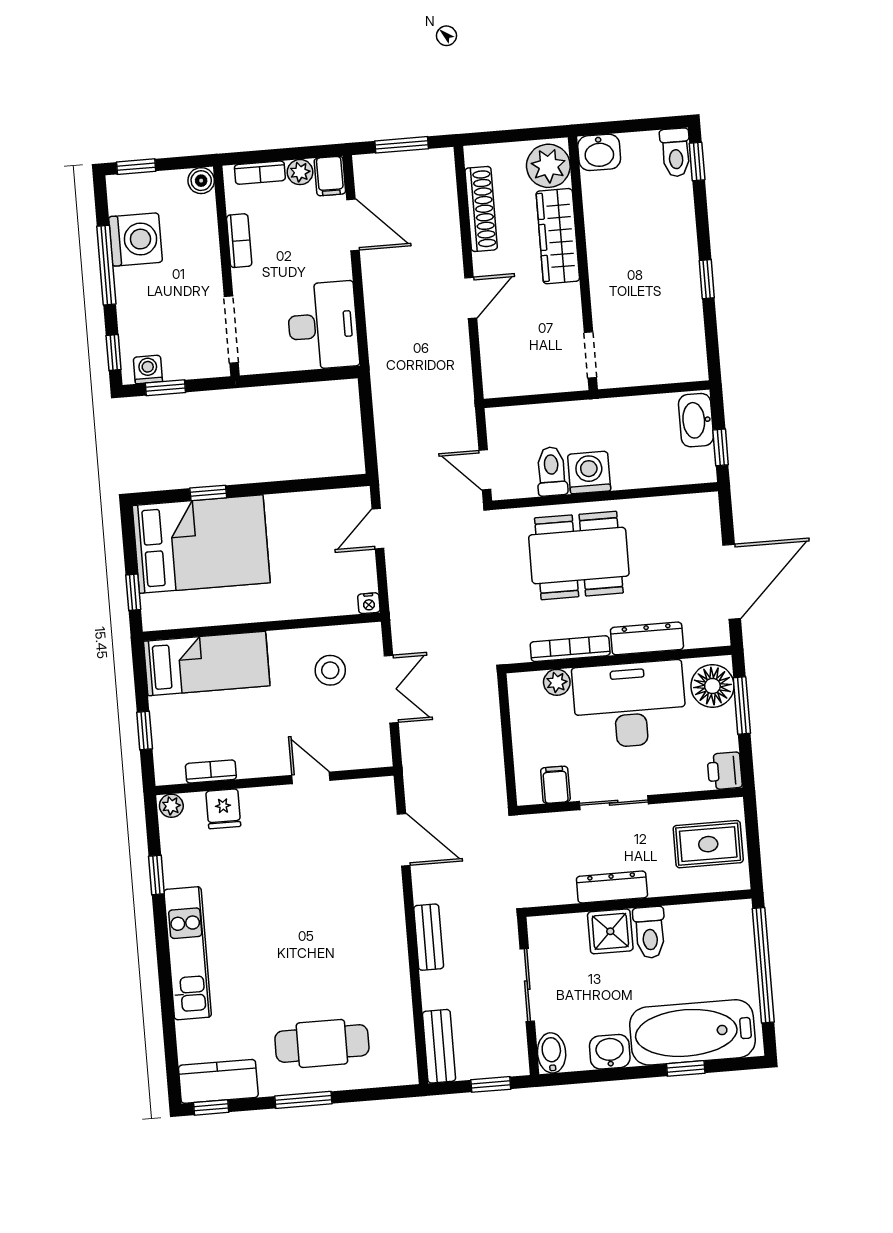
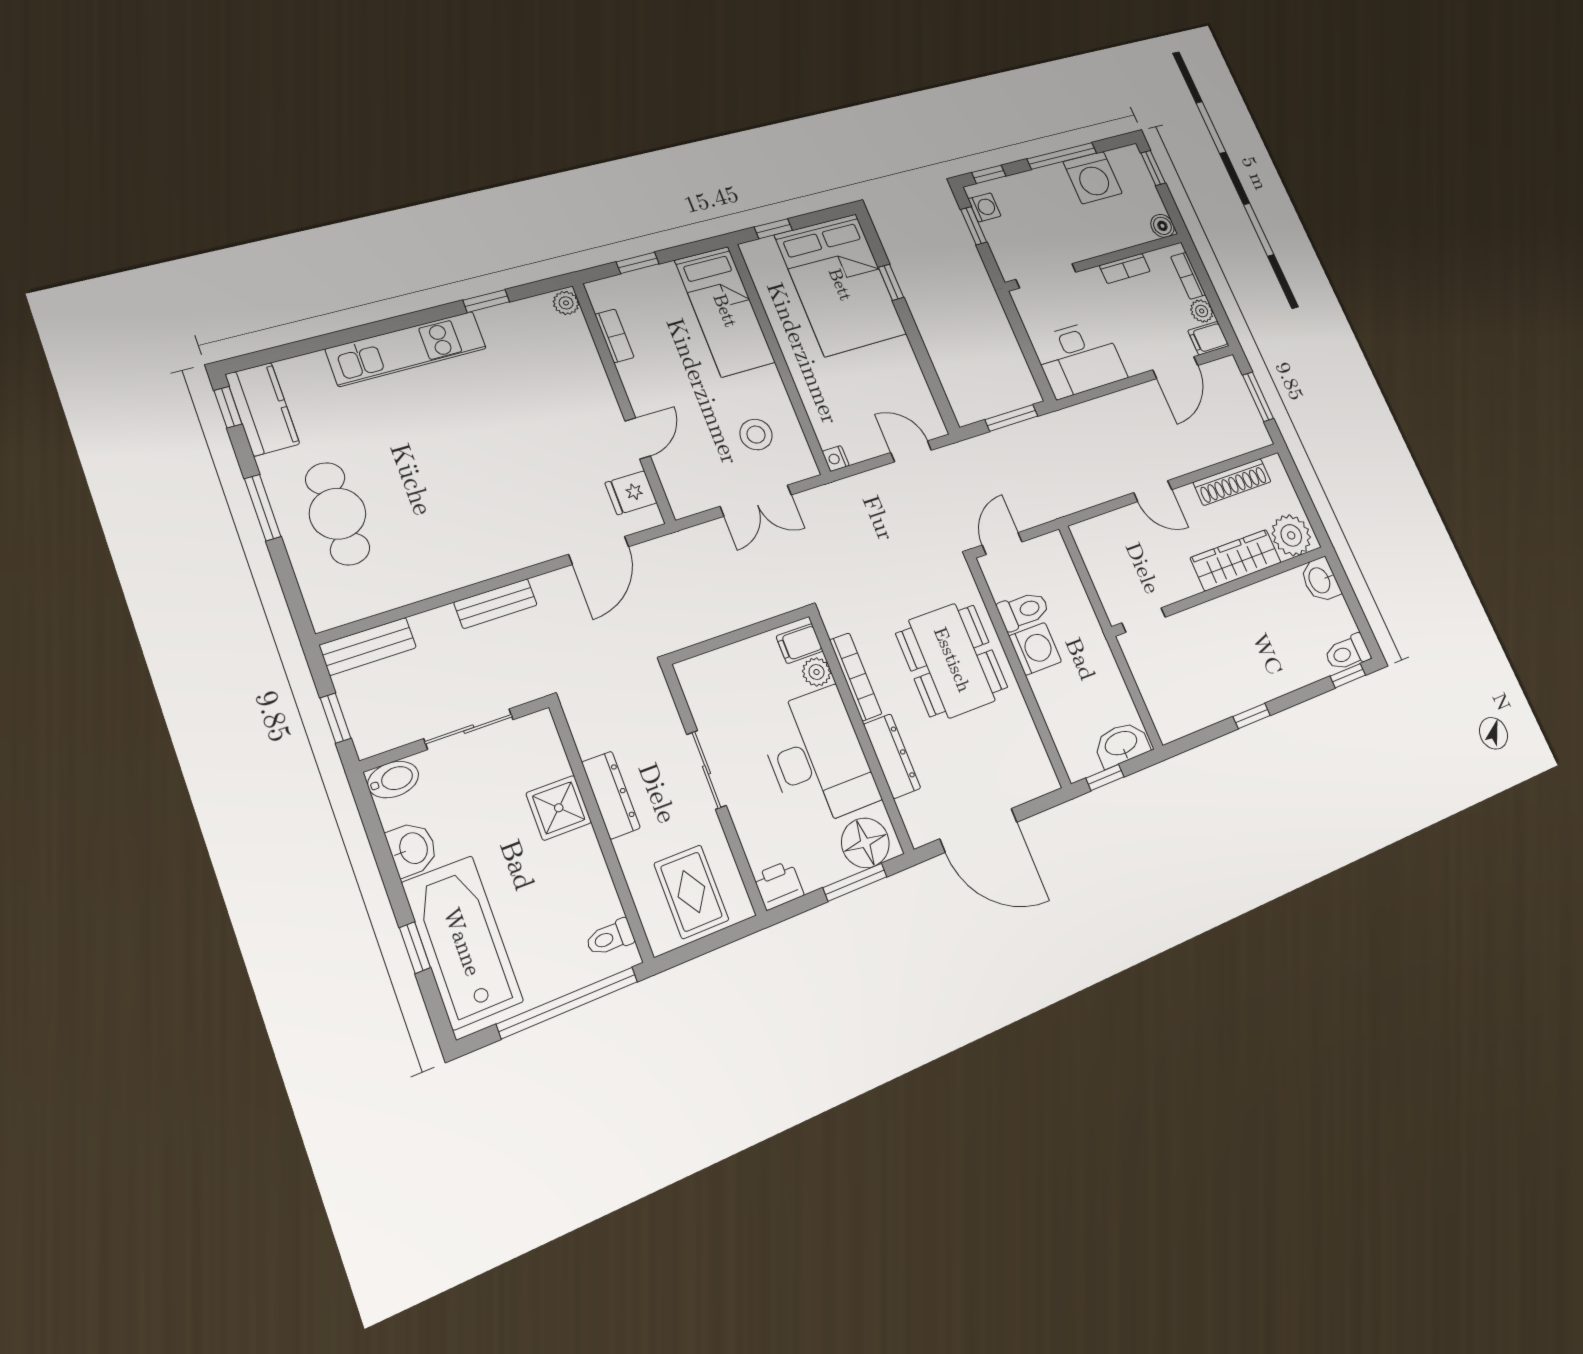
window: (367, 418) -> (1011, 418), added
filing cabinet: (555, 785) -> (800, 644), moved, turned 180
fridge: (223, 809) -> (631, 493), moved
toilet: (650, 932) -> (610, 938), moved, width x0.73, depth x0.72

